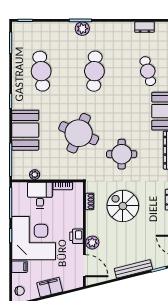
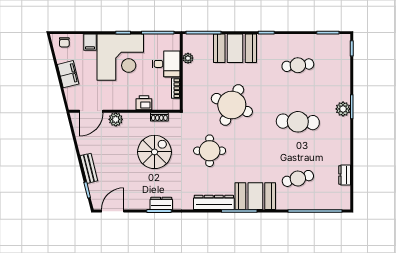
cafe table: (41, 71) -> (298, 65), width x0.73, depth x0.74
printer: (77, 236) -> (144, 103), moved
bench: (133, 269) -> (89, 168), width x0.73

